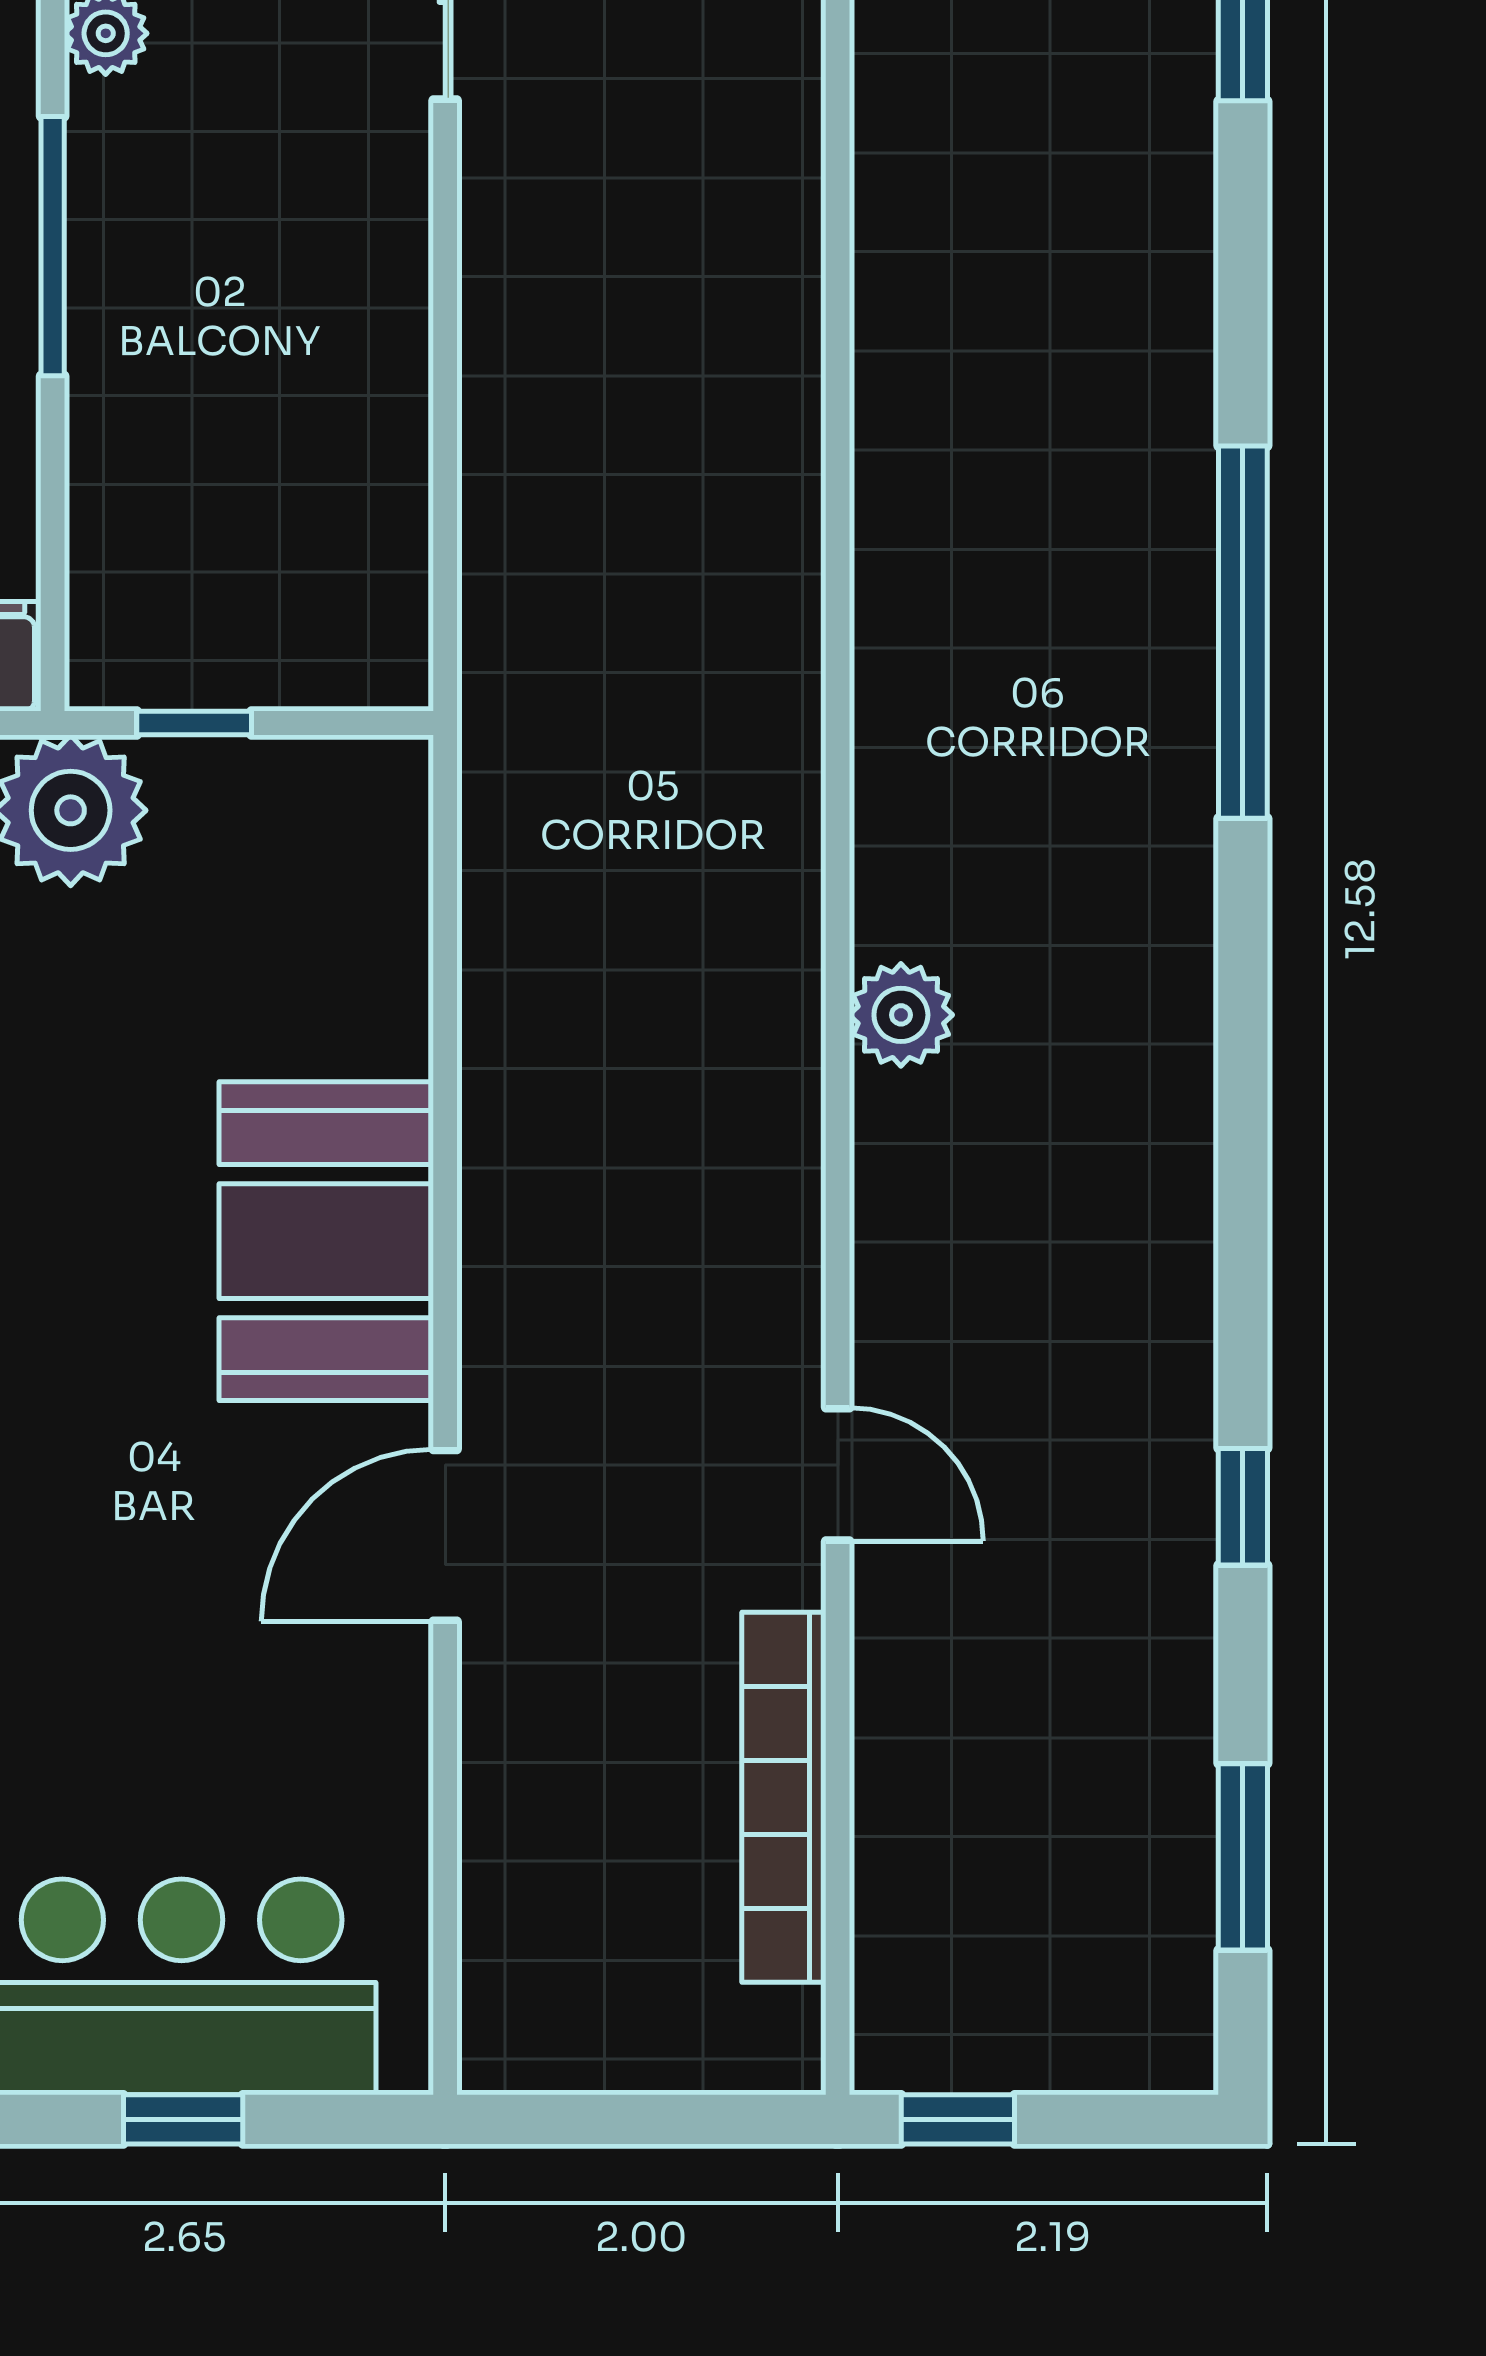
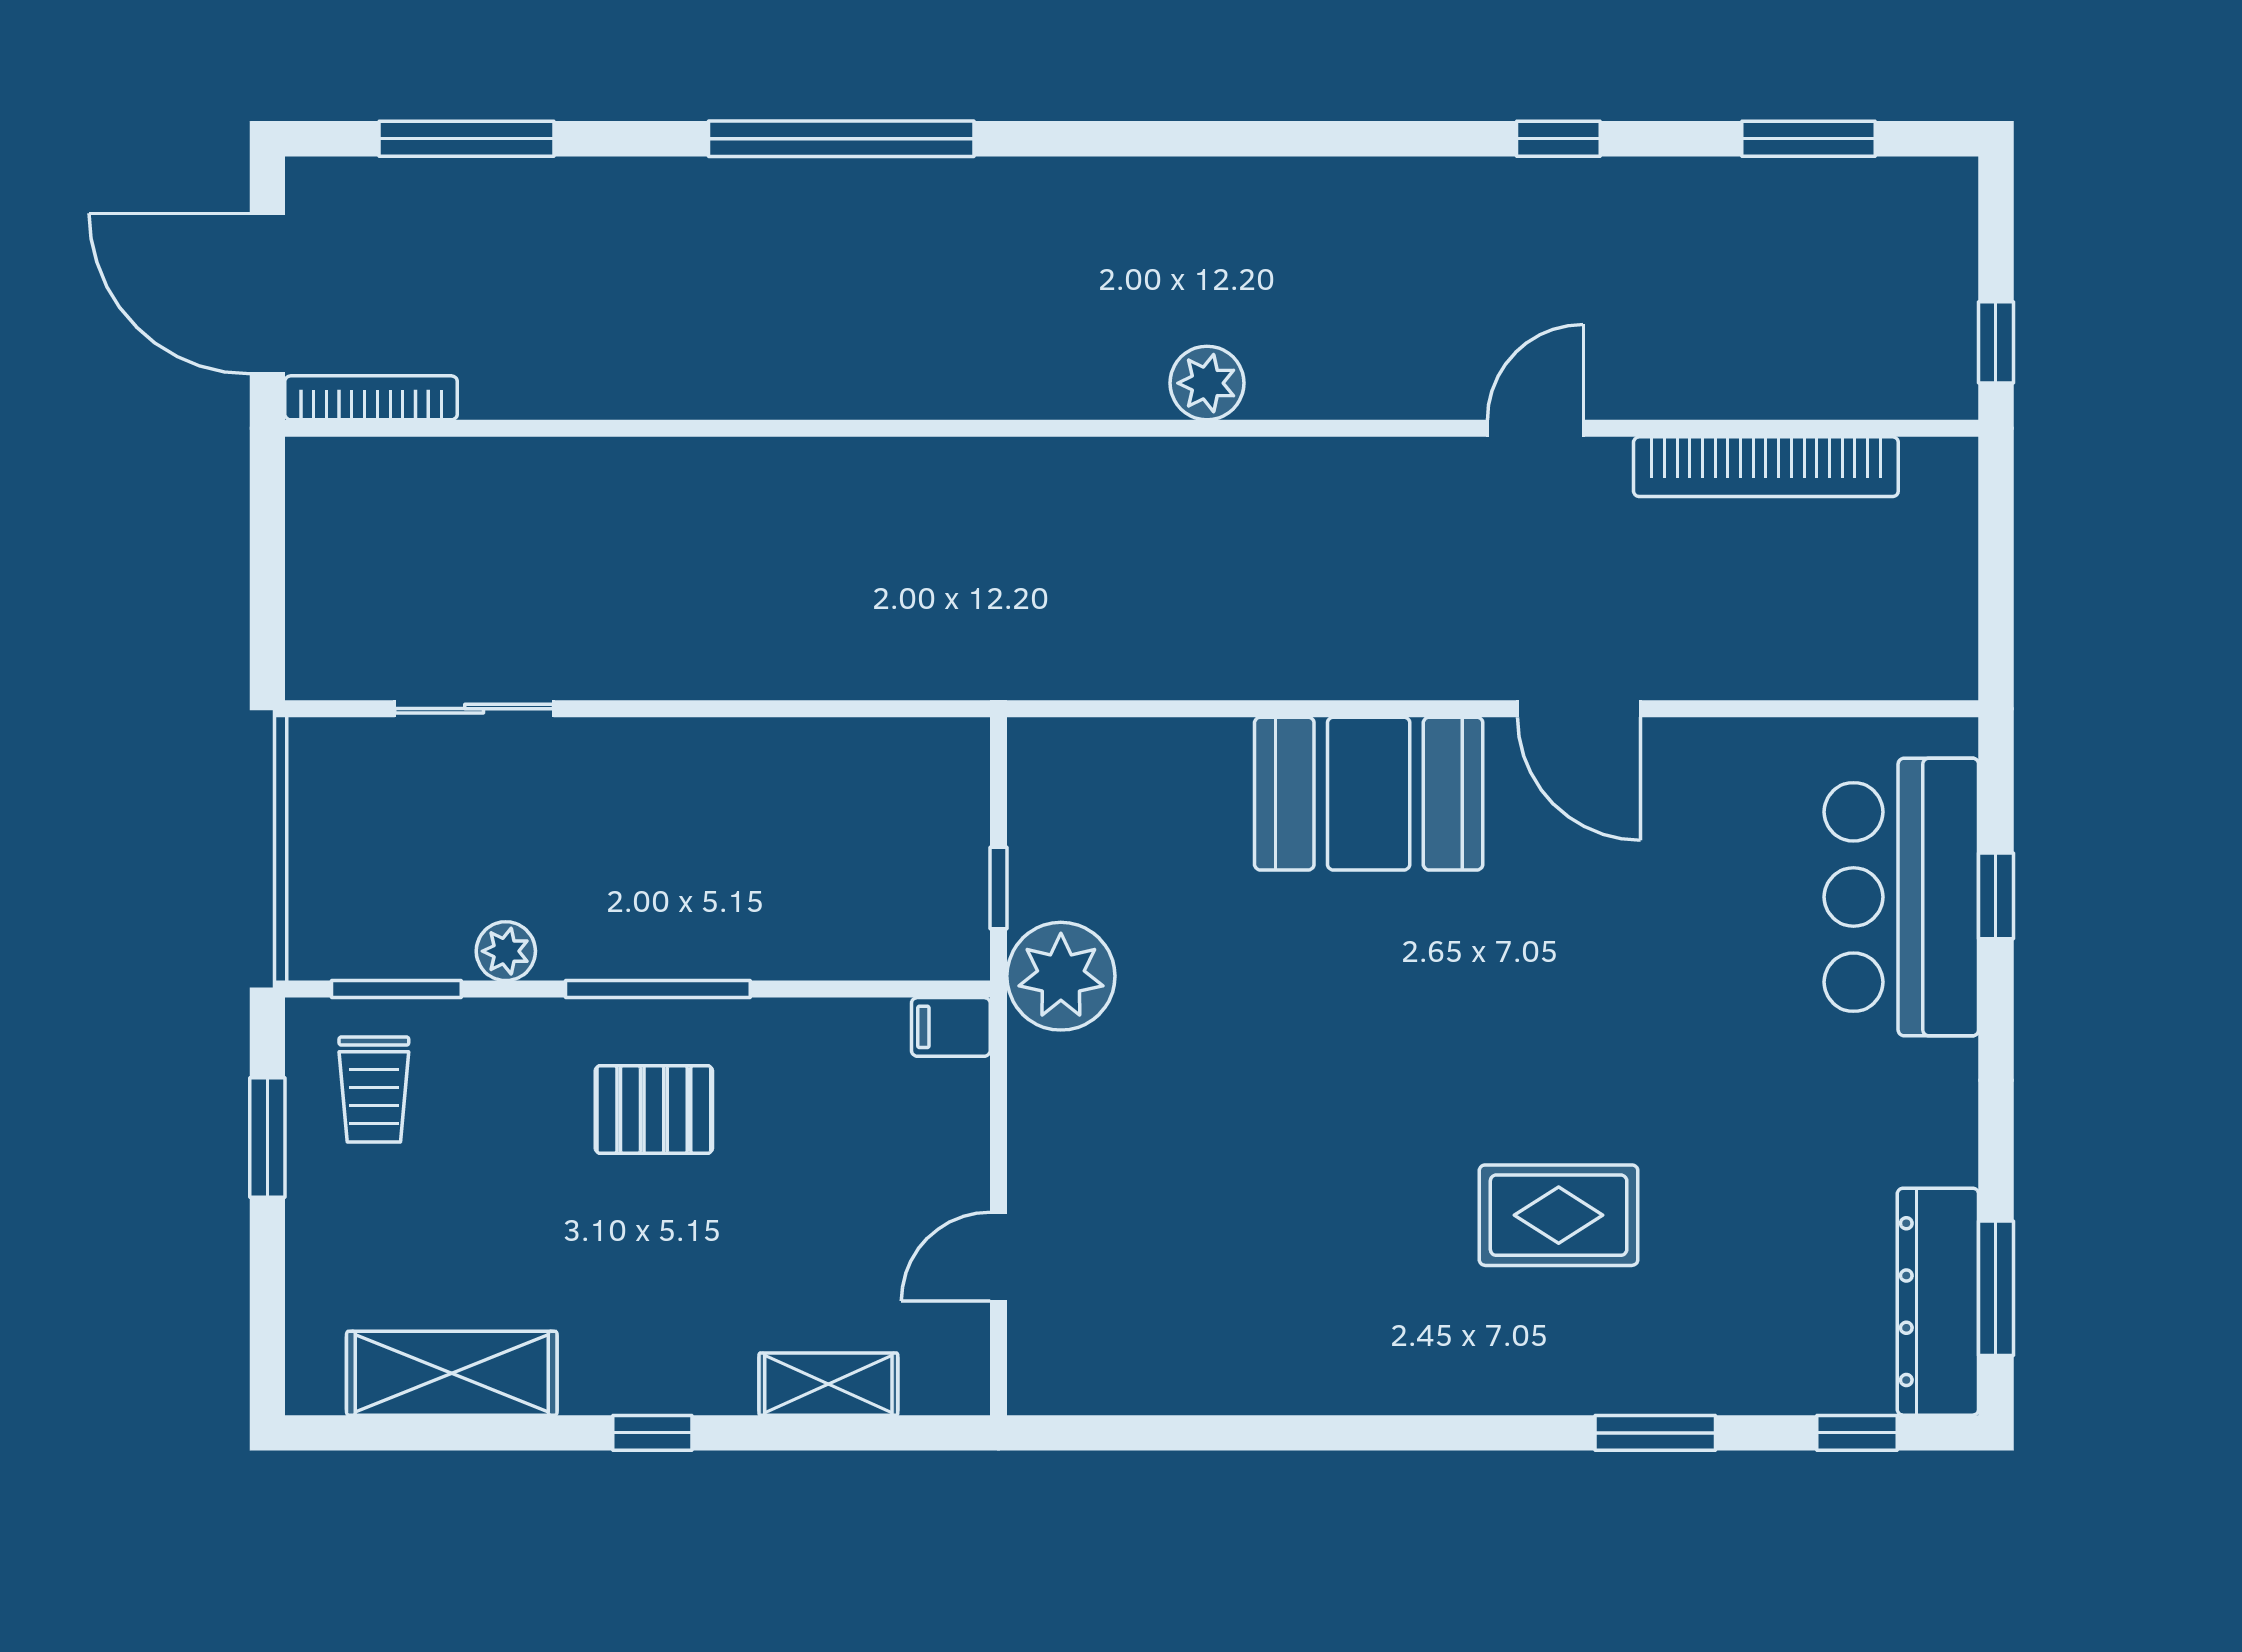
window: (1243, 632) -> (841, 139), moved

